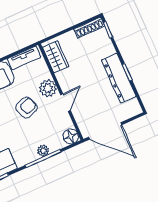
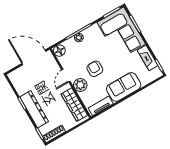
wardrobe: (56, 57) -> (74, 105), width x1.50
dresser: (119, 78) -> (34, 109), moved
armchair: (26, 108) -> (95, 69), turned 110

